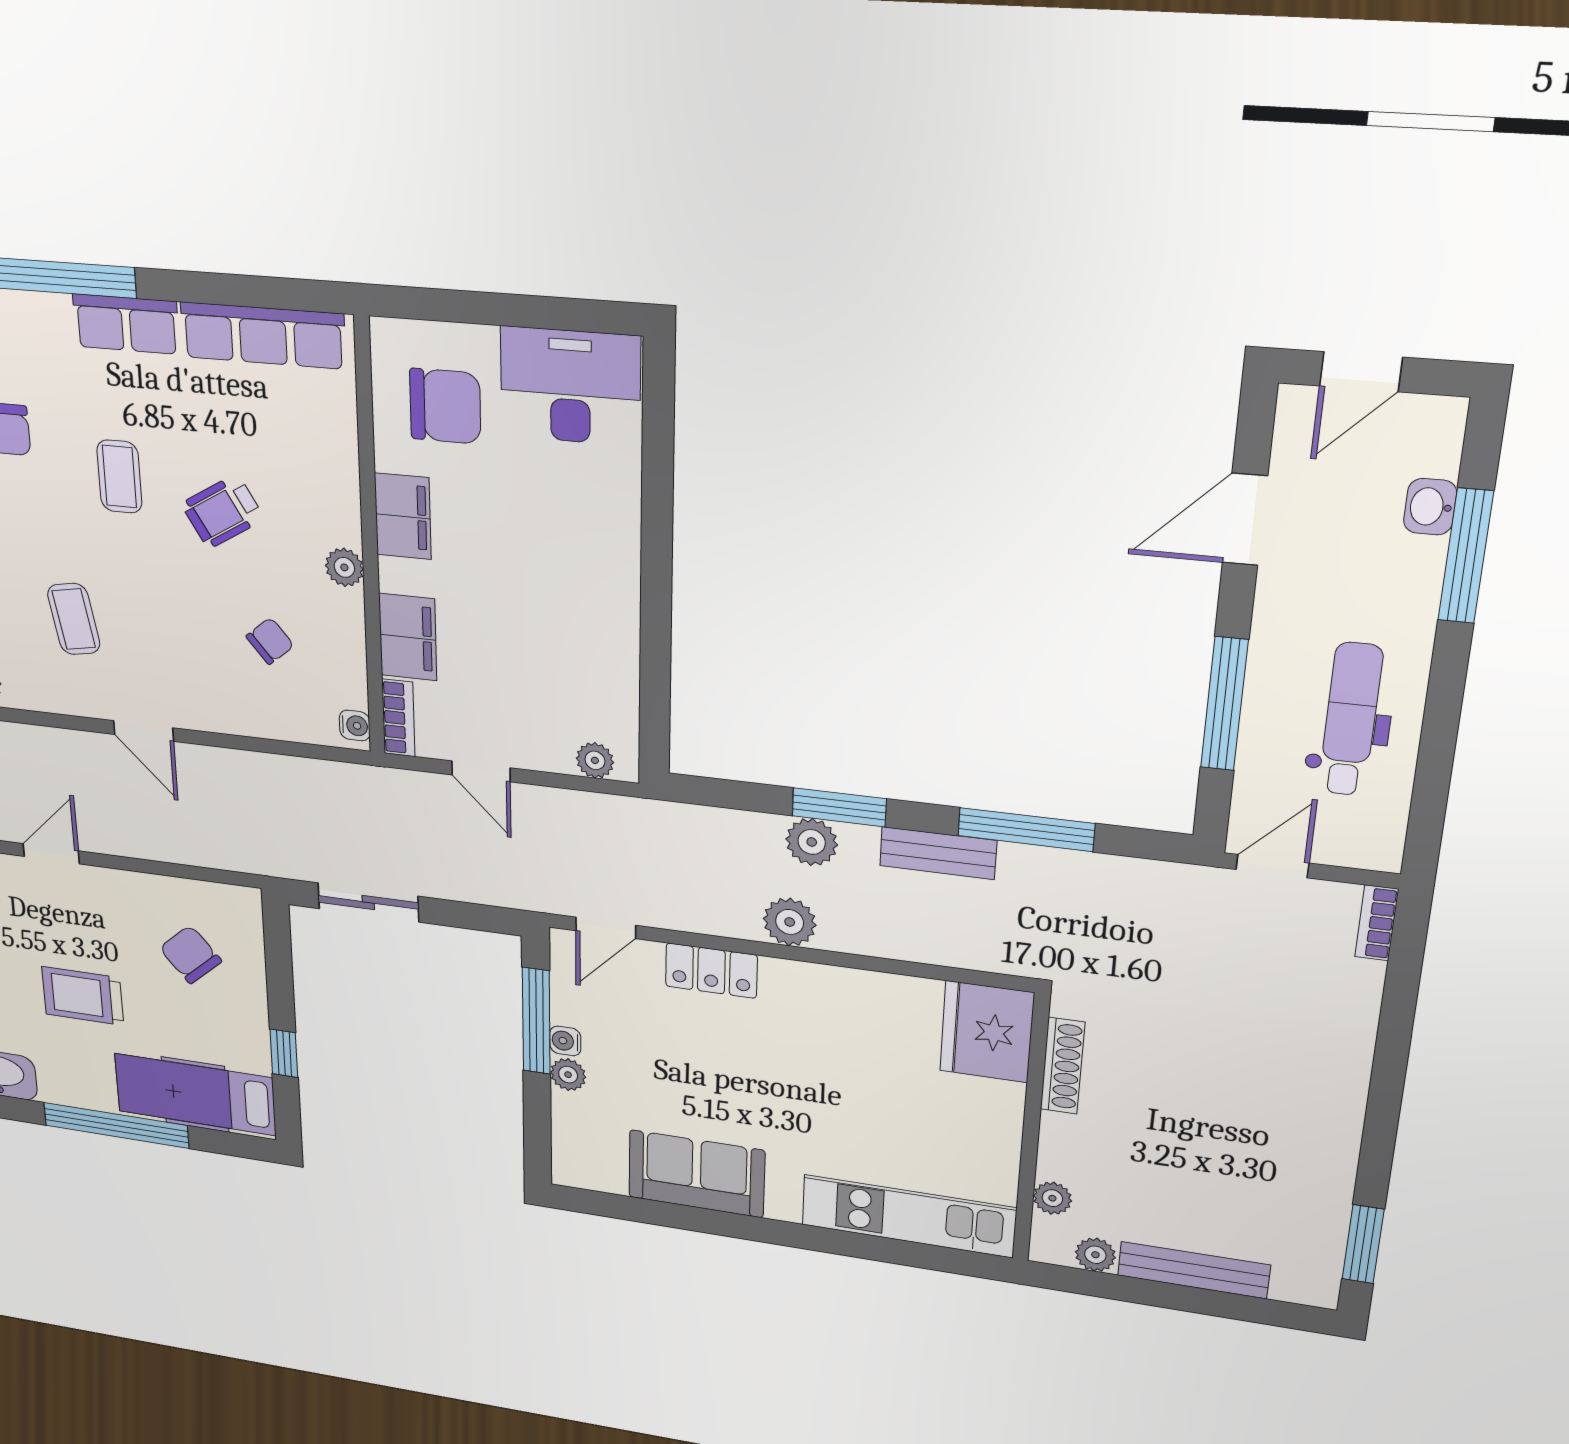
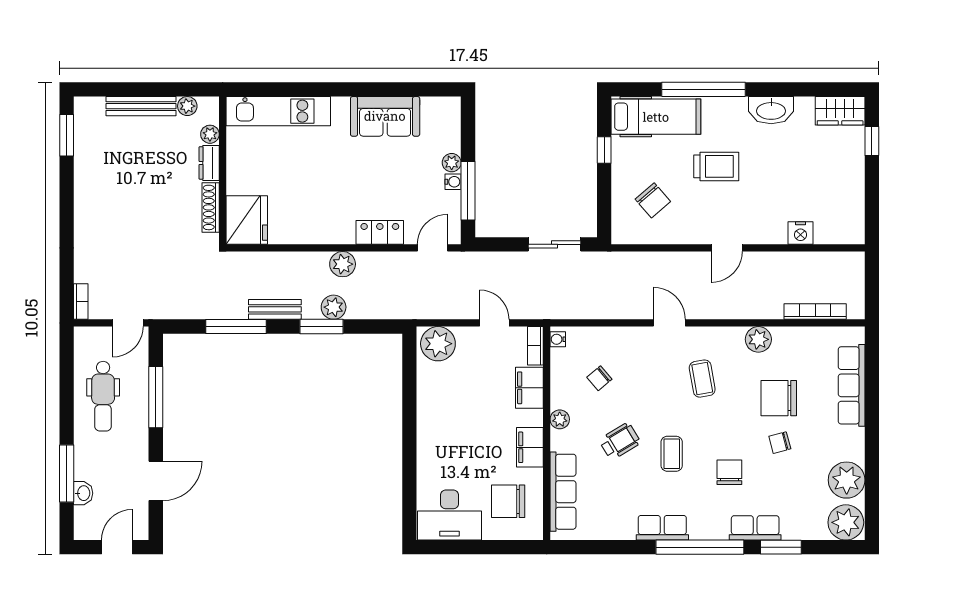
row of seats: (263, 335) -> (563, 492), moved, turned 90
plant: (595, 760) -> (438, 344), width x1.88, depth x1.88
dresser: (1059, 1147) -> (209, 163), added

